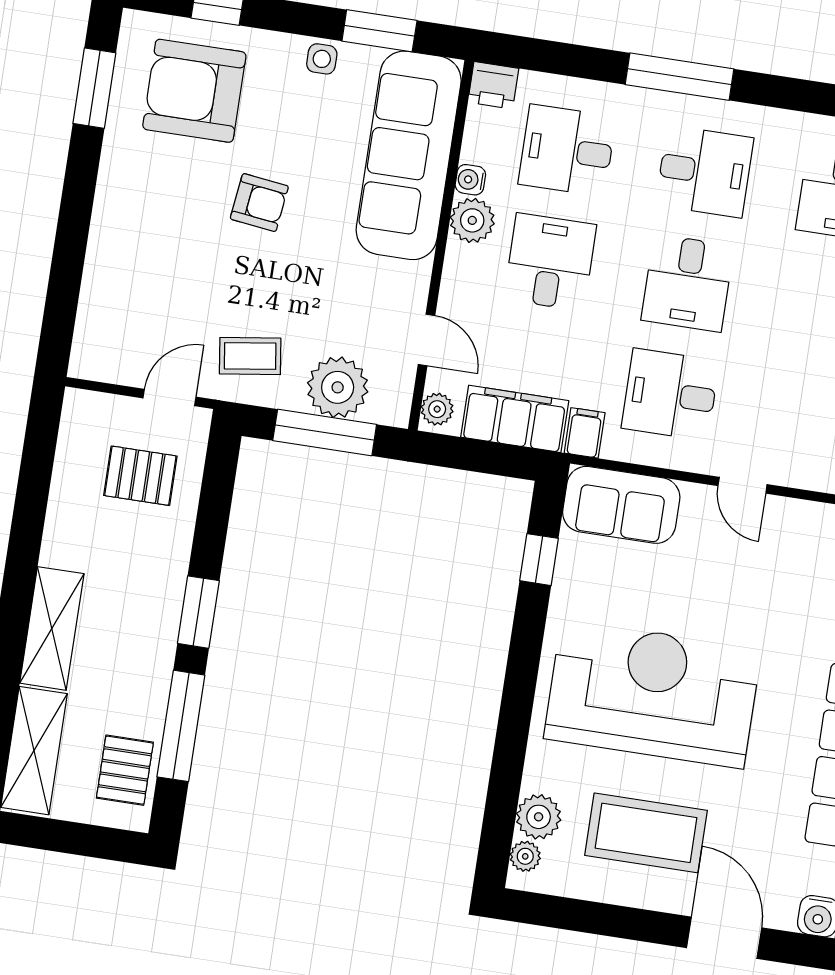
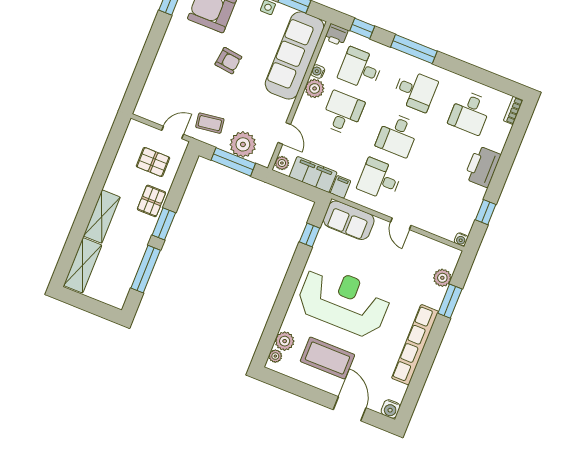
window: (550, 57) -> (362, 28), added
pallet: (125, 770) -> (151, 201), moved

